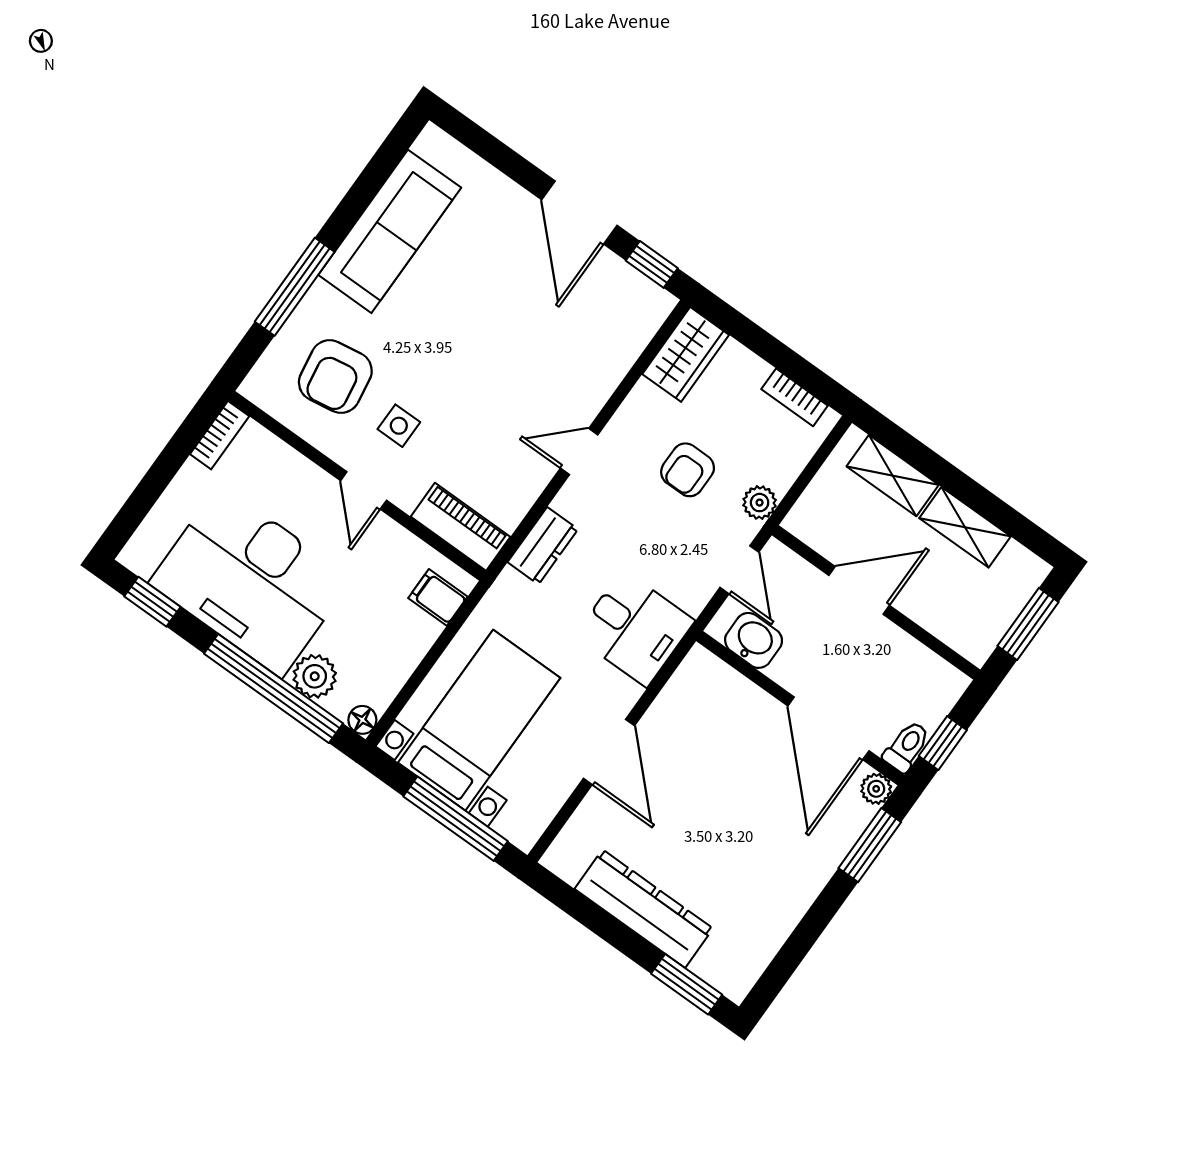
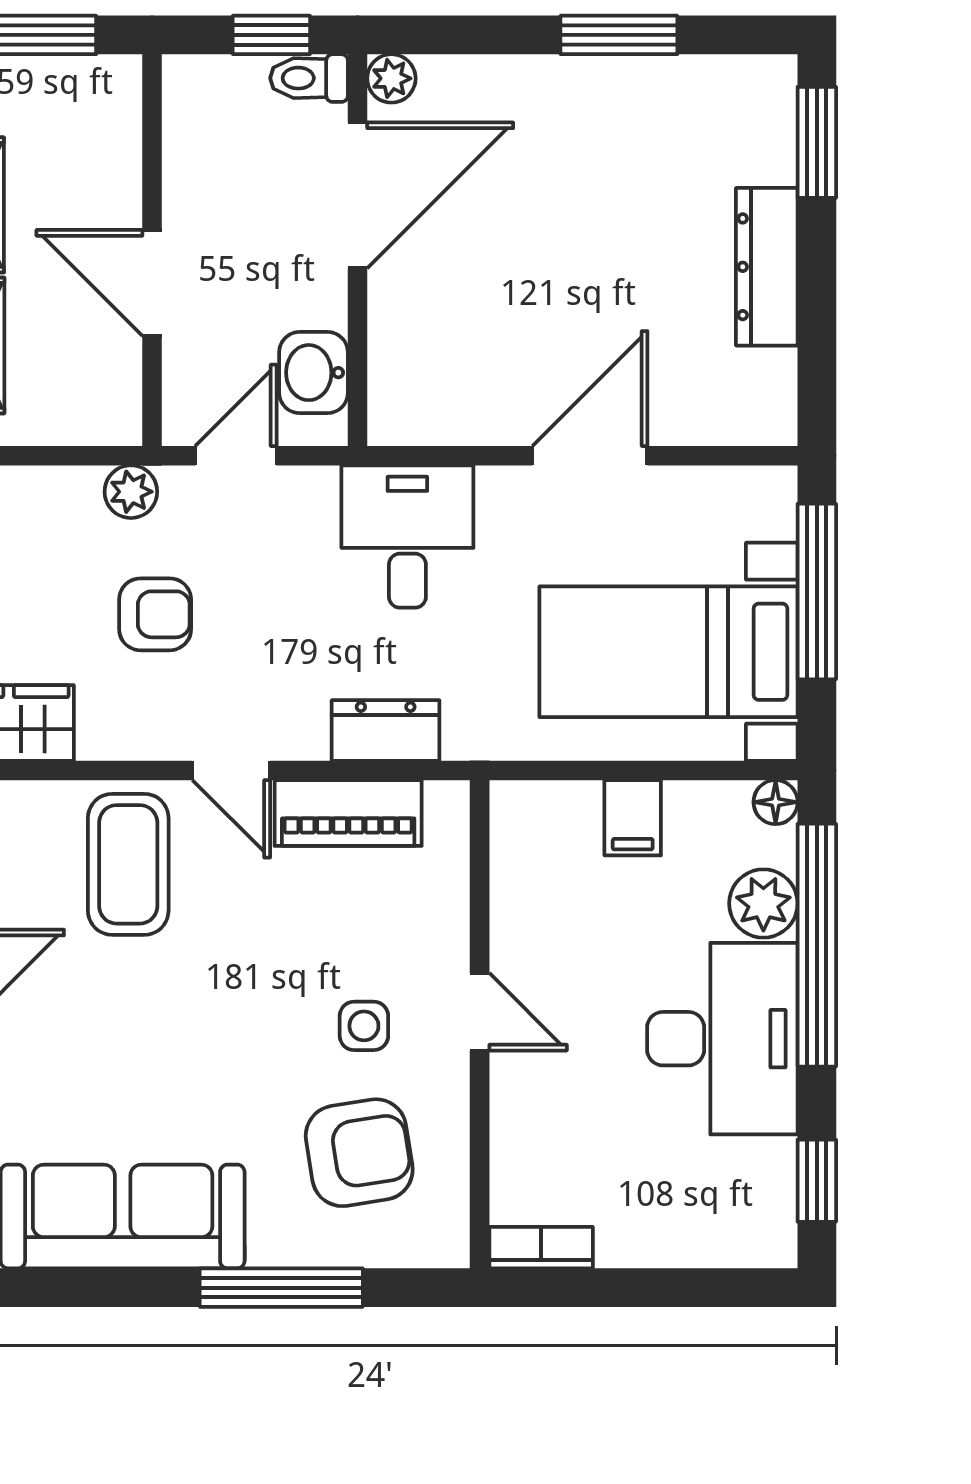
coffee table: (569, 364) -> (128, 864), added
door: (364, 490) -> (480, 1012), hinge flipped
piano: (461, 527) -> (348, 813), moved, turned -90
desk: (251, 581) -> (722, 1039), width x0.73, depth x0.77
filing cabinet: (438, 597) -> (633, 818), moved
window: (870, 845) -> (619, 35), moved
dresser: (644, 909) -> (767, 267), width x0.73, depth x0.80

